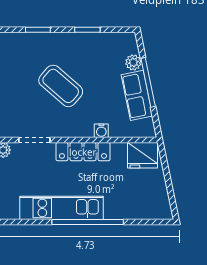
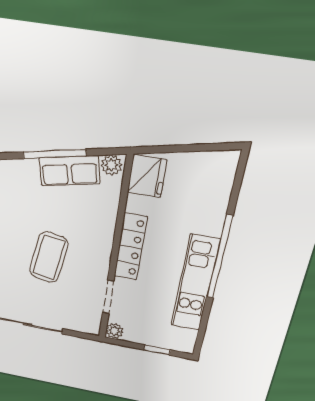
plant: (133, 62) -> (111, 165), moved
coffee table: (61, 86) -> (49, 257), turned -31
water cooler: (101, 131) -> (108, 221), removed

